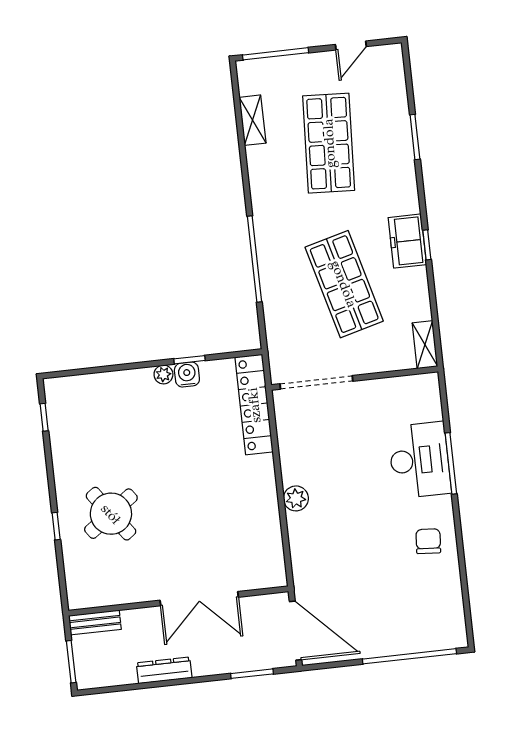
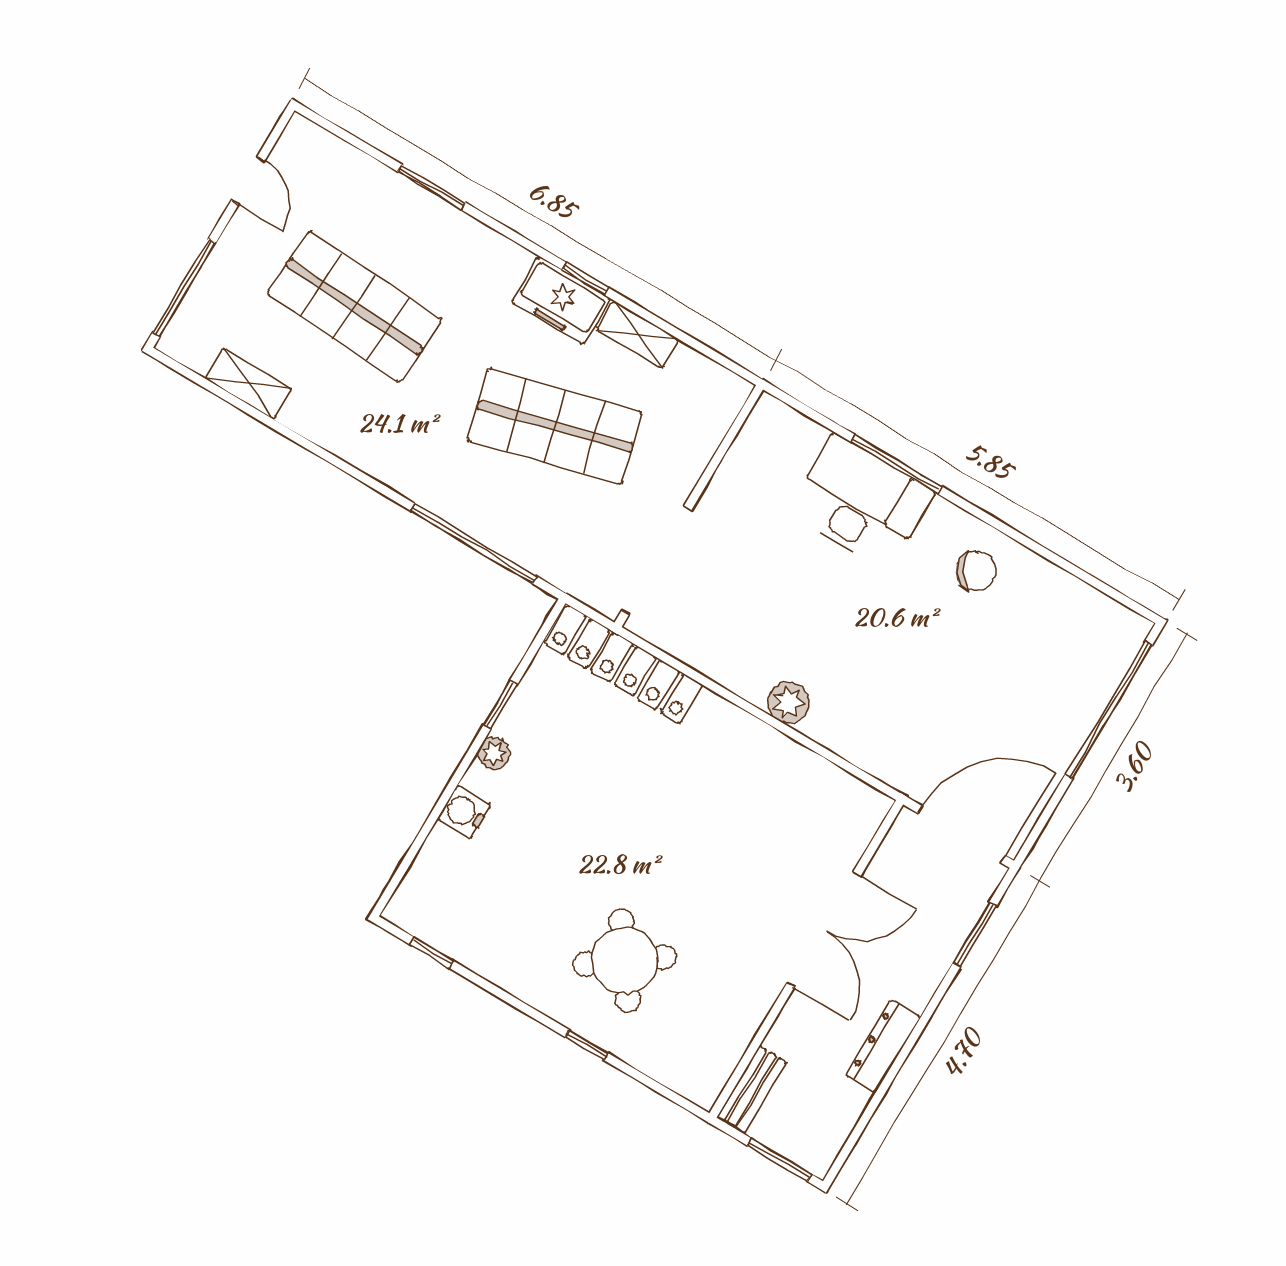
window: (254, 259) -> (473, 543), moved
shelving: (425, 345) -> (638, 334), moved
water cooler: (187, 375) -> (464, 812), moved
chair: (428, 541) -> (976, 571), turned 143

